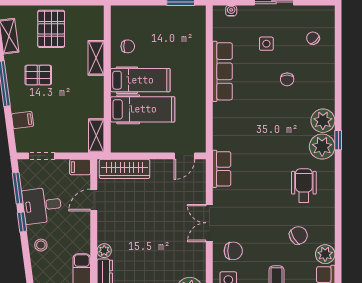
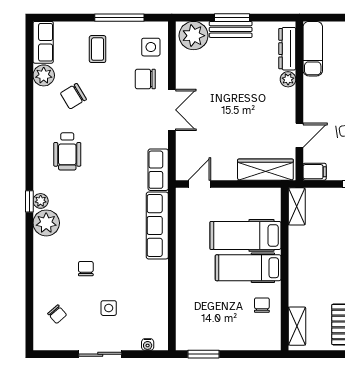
chair: (128, 46) -> (262, 305), turned 90
shelving: (96, 58) -> (297, 326), moved
row of seats: (222, 71) -> (157, 226), moved
plant: (322, 147) -> (41, 201), width x0.53, depth x0.53

